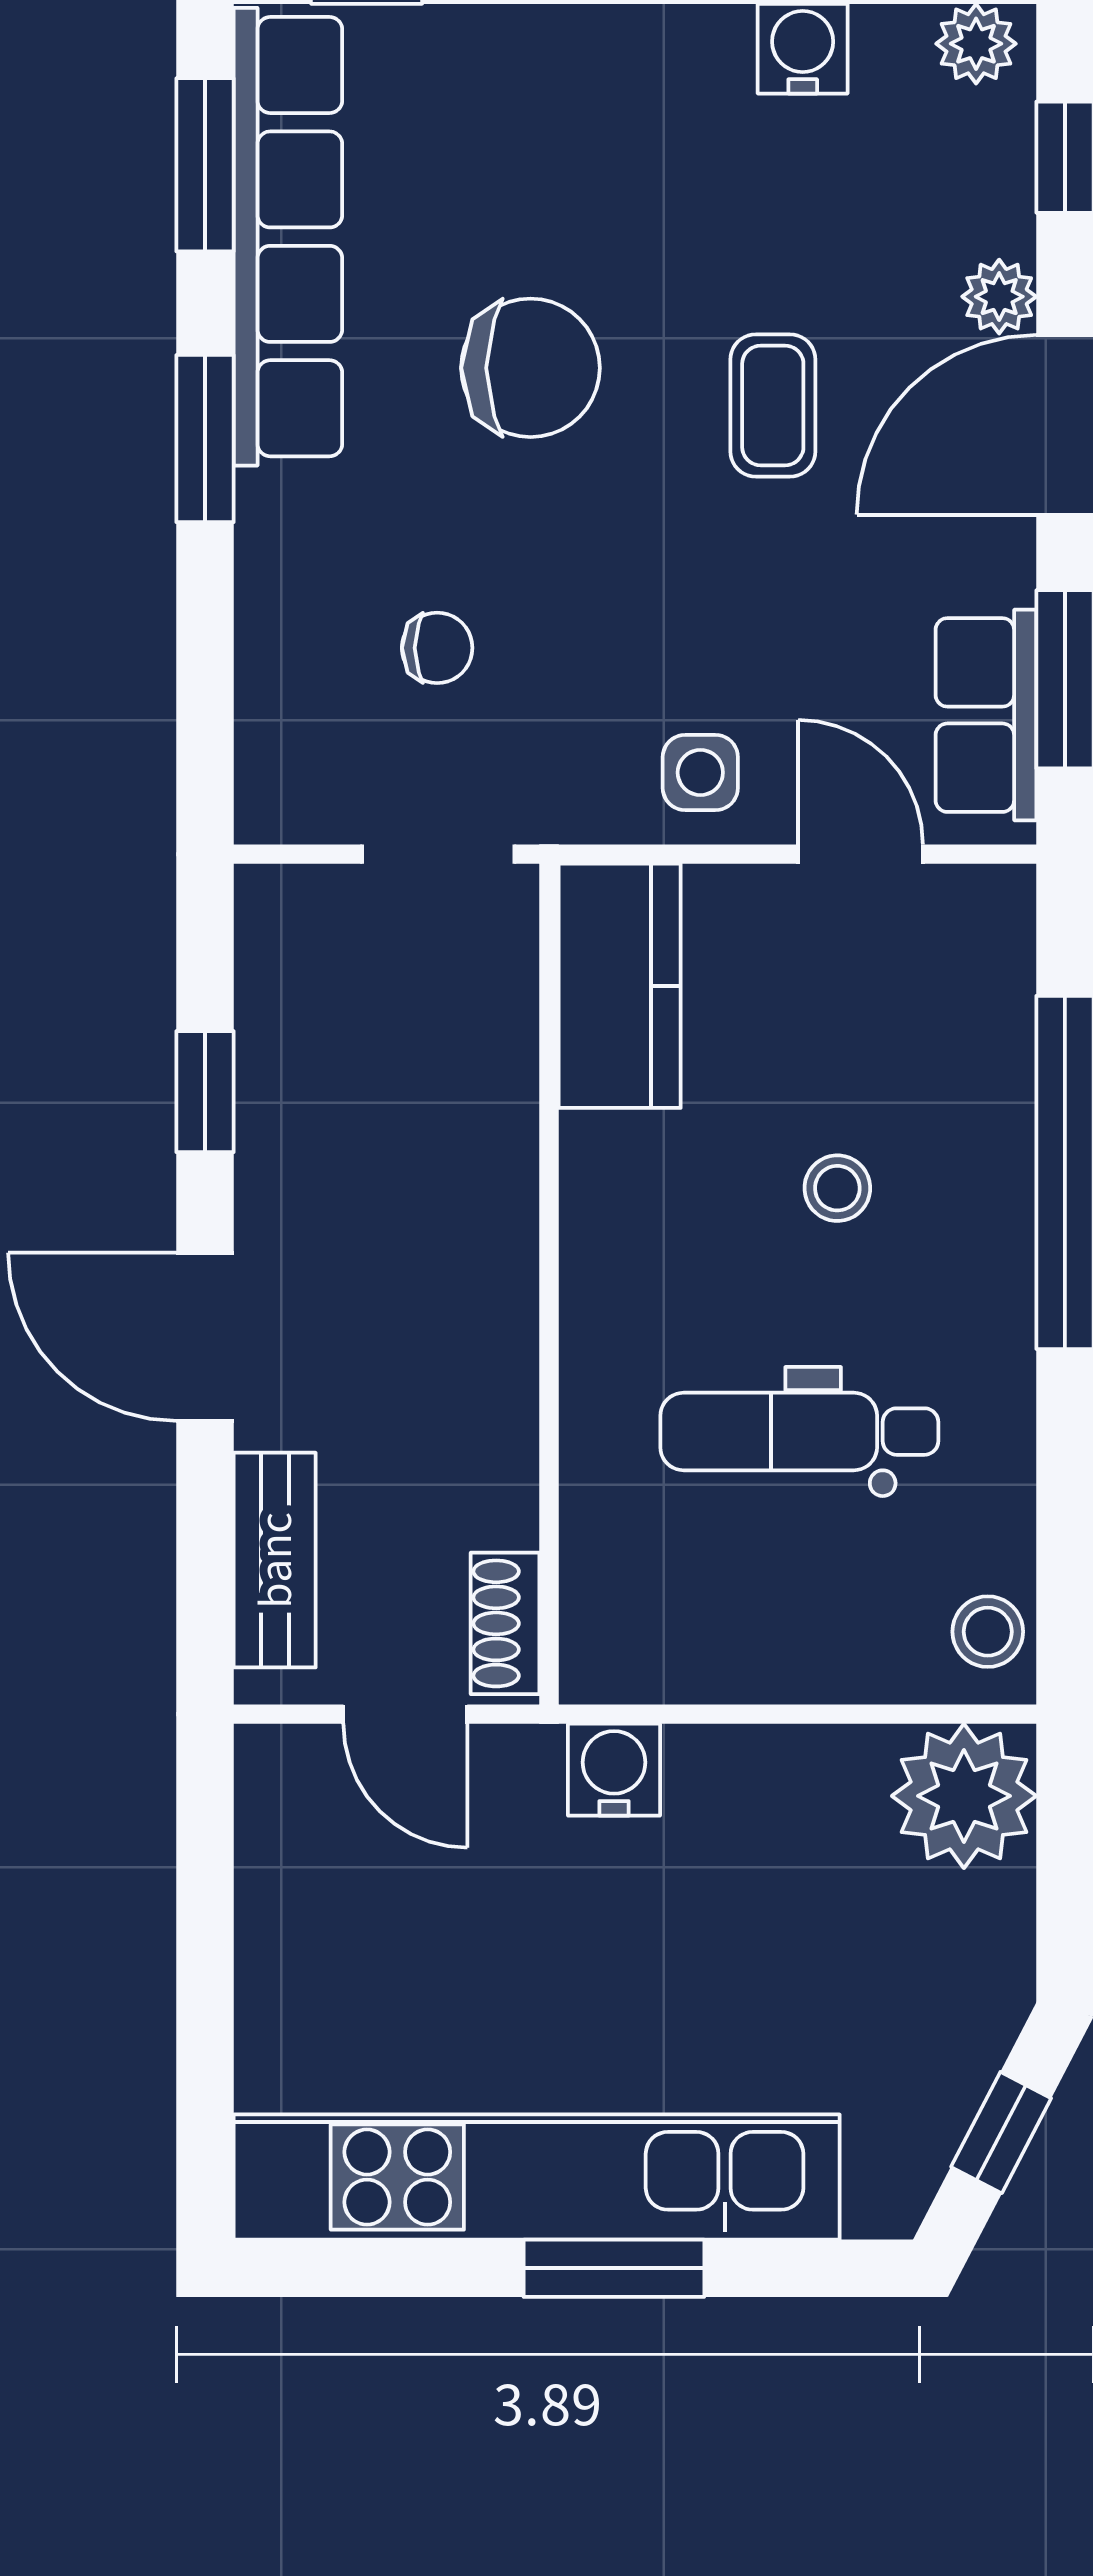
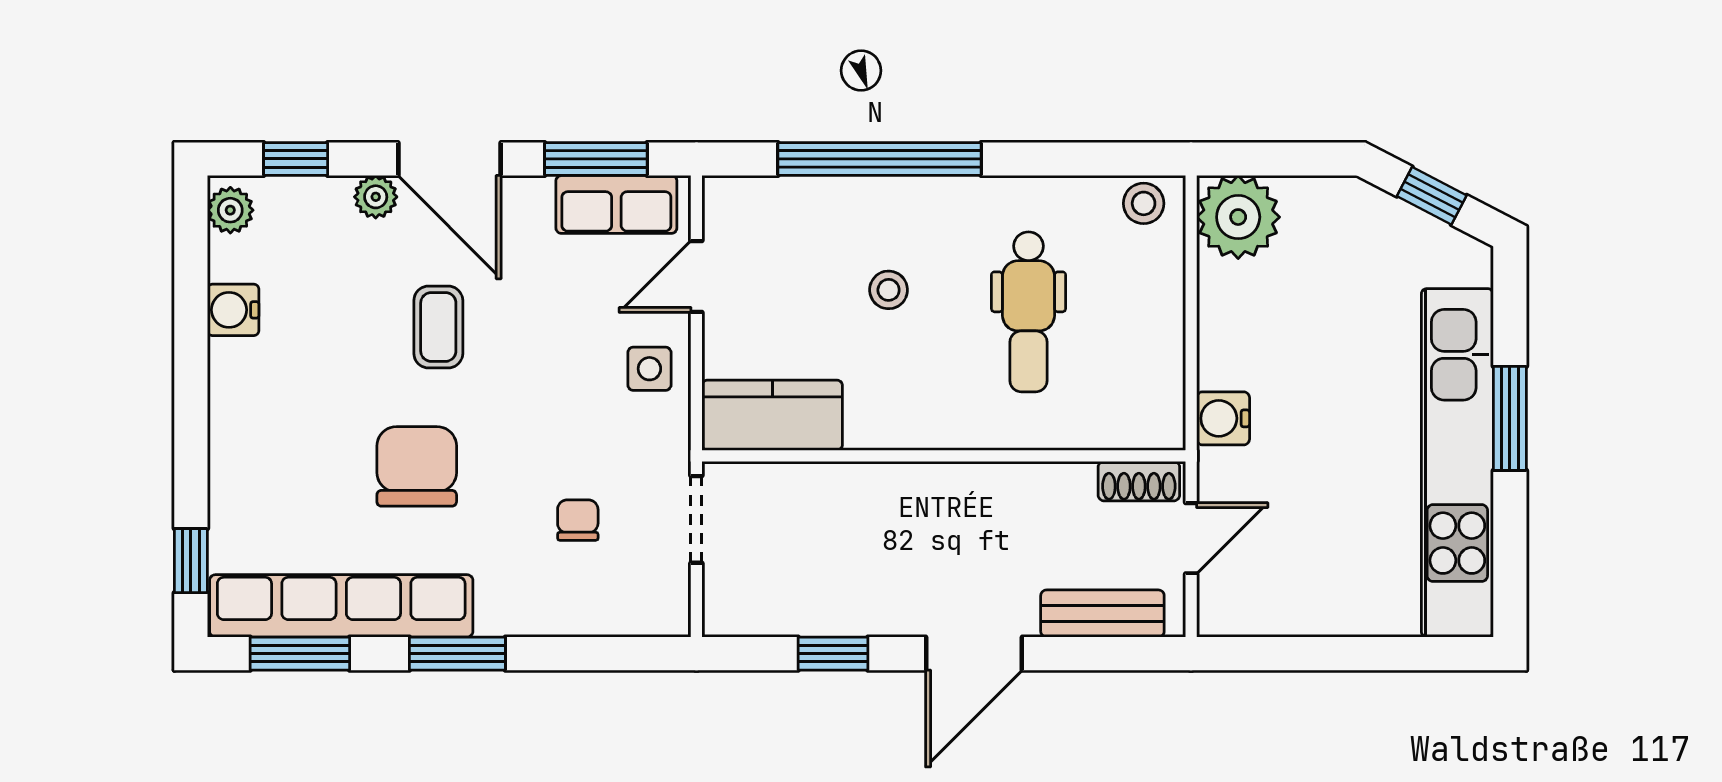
coffee table: (773, 405) -> (438, 327), turned 90

